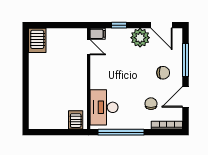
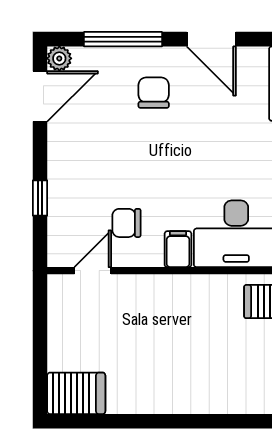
filing cabinet: (98, 34) -> (178, 249), moved
plant: (140, 38) -> (59, 58), moved, width x0.53, depth x0.53
chair: (151, 104) -> (126, 223), moved

